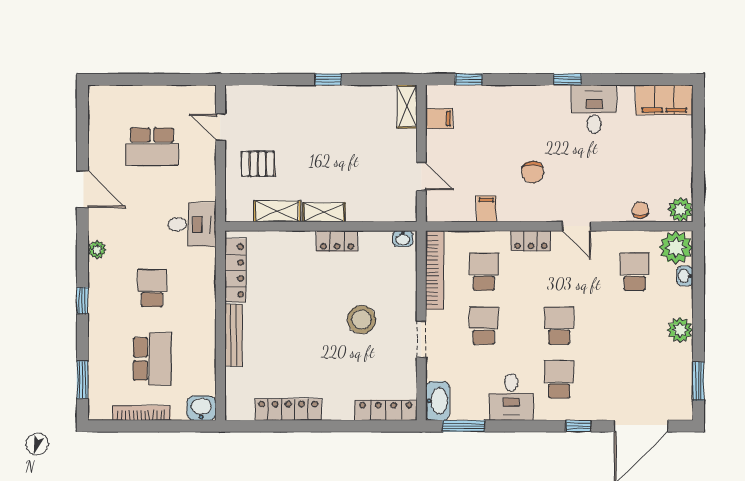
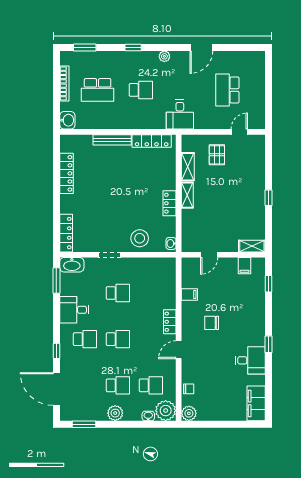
bookcase: (435, 270) -> (152, 263), removed
school desk: (484, 272) -> (118, 385), moved
stool: (361, 320) -> (140, 238), moved

